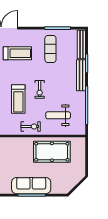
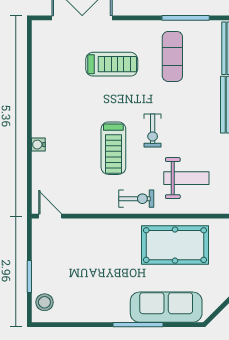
weight bench: (58, 115) -> (186, 178), turned 180
sofa: (31, 186) -> (166, 307), moved

